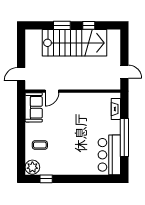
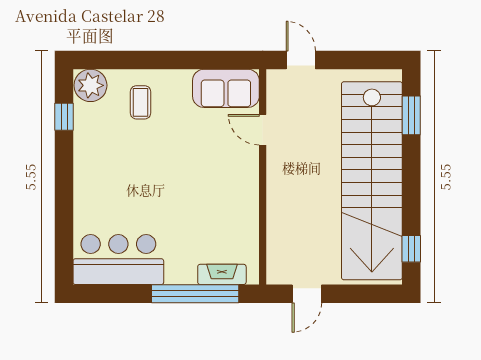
window: (62, 25) -> (411, 115), moved
window: (89, 25) -> (411, 249), moved
stairs: (74, 43) -> (372, 181), width x1.36
window: (124, 138) -> (195, 294), moved

